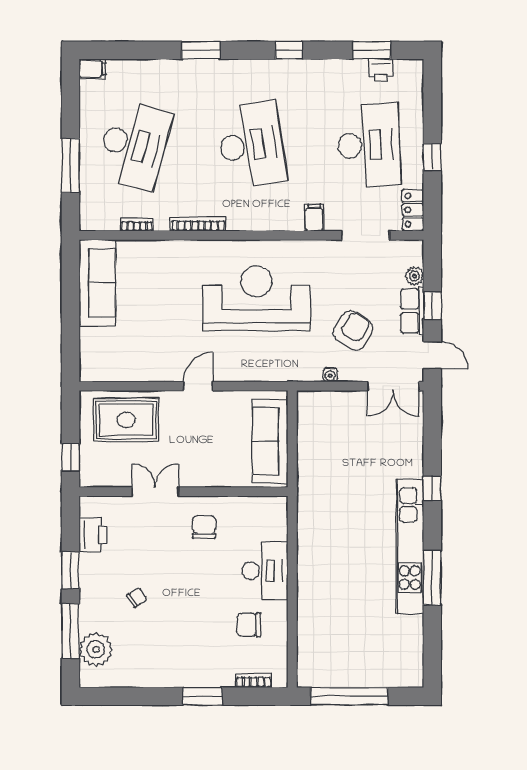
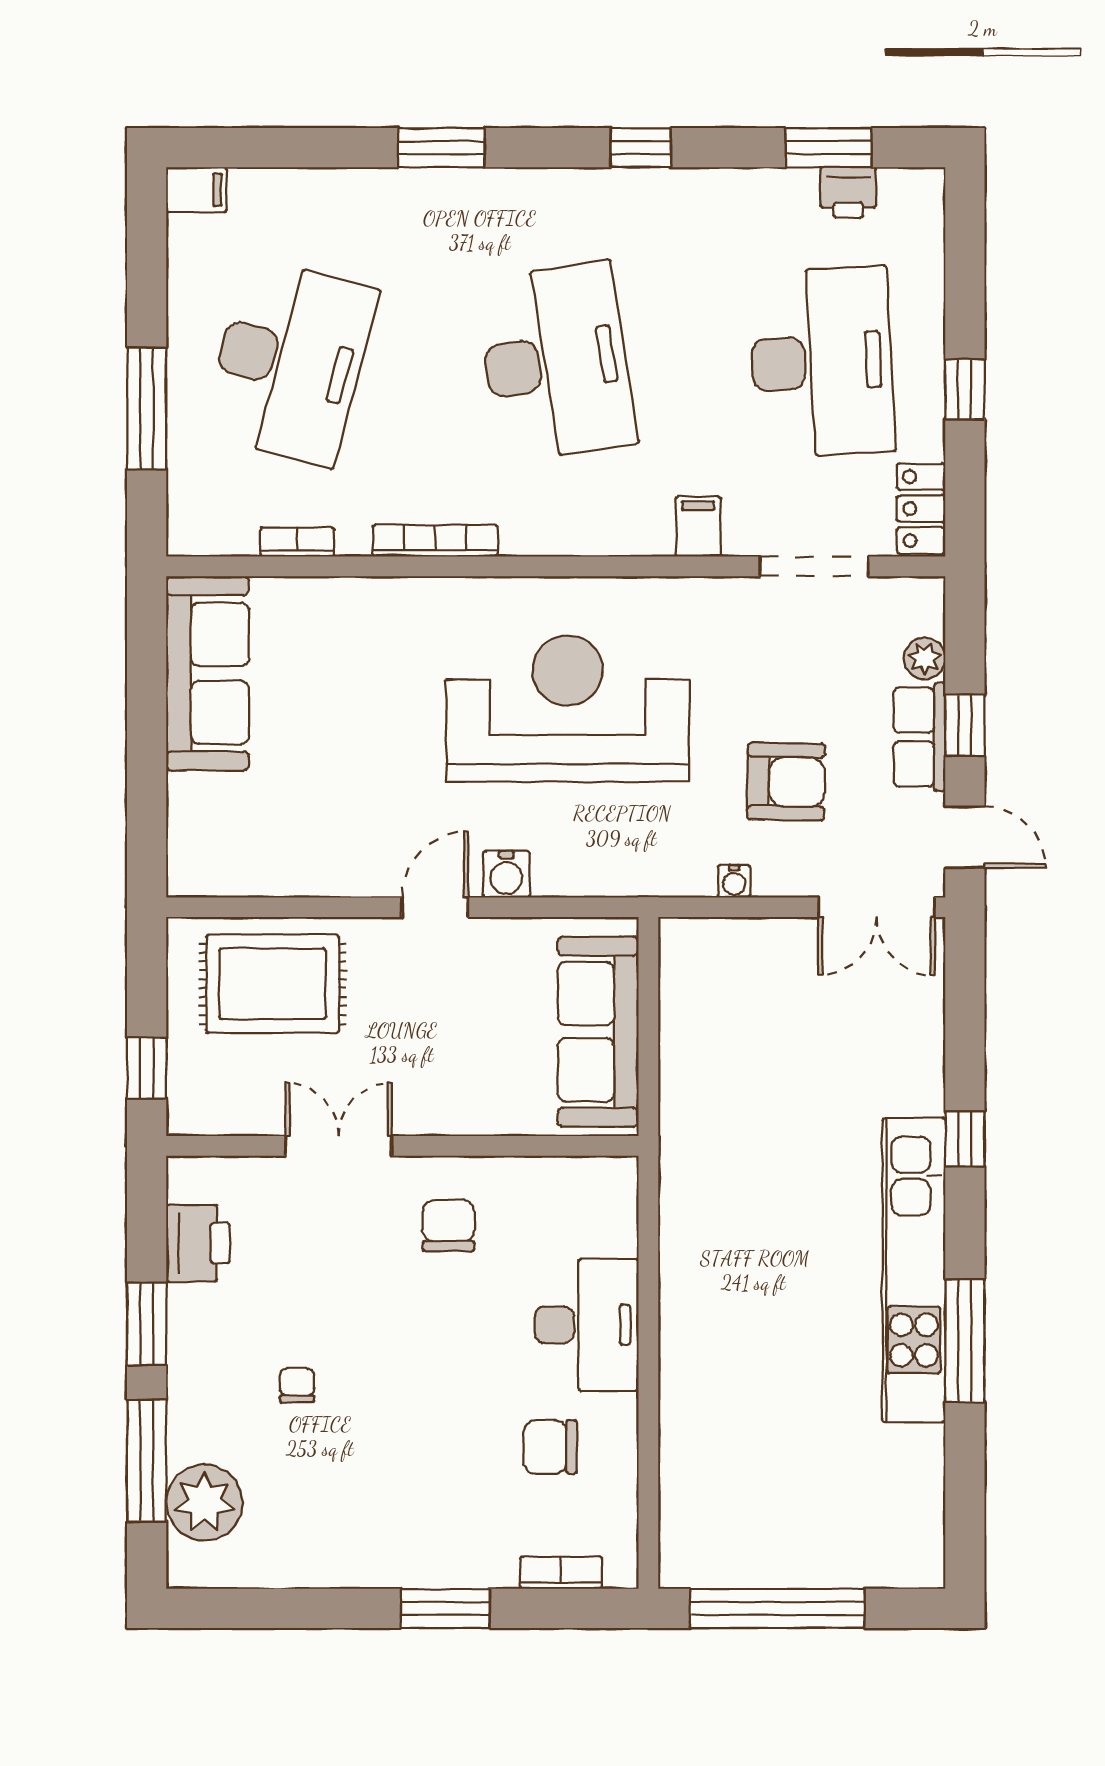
armchair: (353, 331) -> (786, 782), turned 59
water cooler: (229, 372) -> (506, 874), added
chair: (137, 597) -> (297, 1385), turned -58

